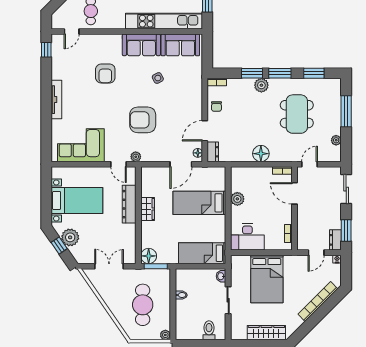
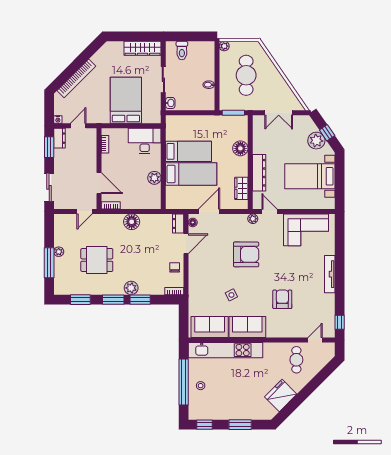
dining table: (297, 114) -> (97, 260), width x0.73
plant: (336, 140) -> (59, 252), moved
wardrobe: (148, 209) -> (241, 188), moved
bed: (202, 253) -> (189, 151), moved
floor lamp: (149, 256) -> (240, 148), moved
wardrobe: (266, 333) -> (143, 48), moved

